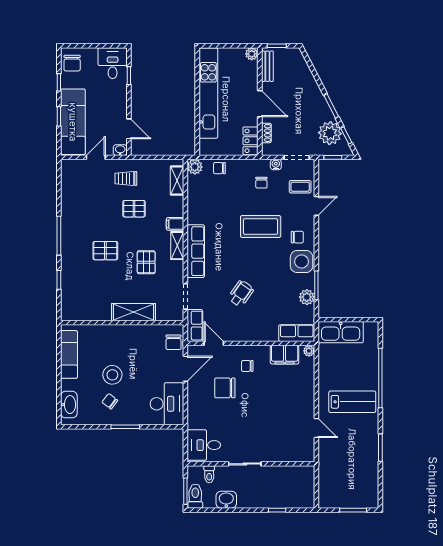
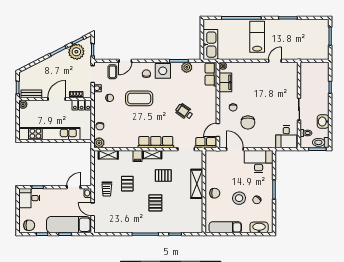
door: (316, 206) -> (125, 61), swing flipped
coffee table: (261, 227) -> (139, 98), turned 90
chair: (174, 342) -> (215, 193), moved

